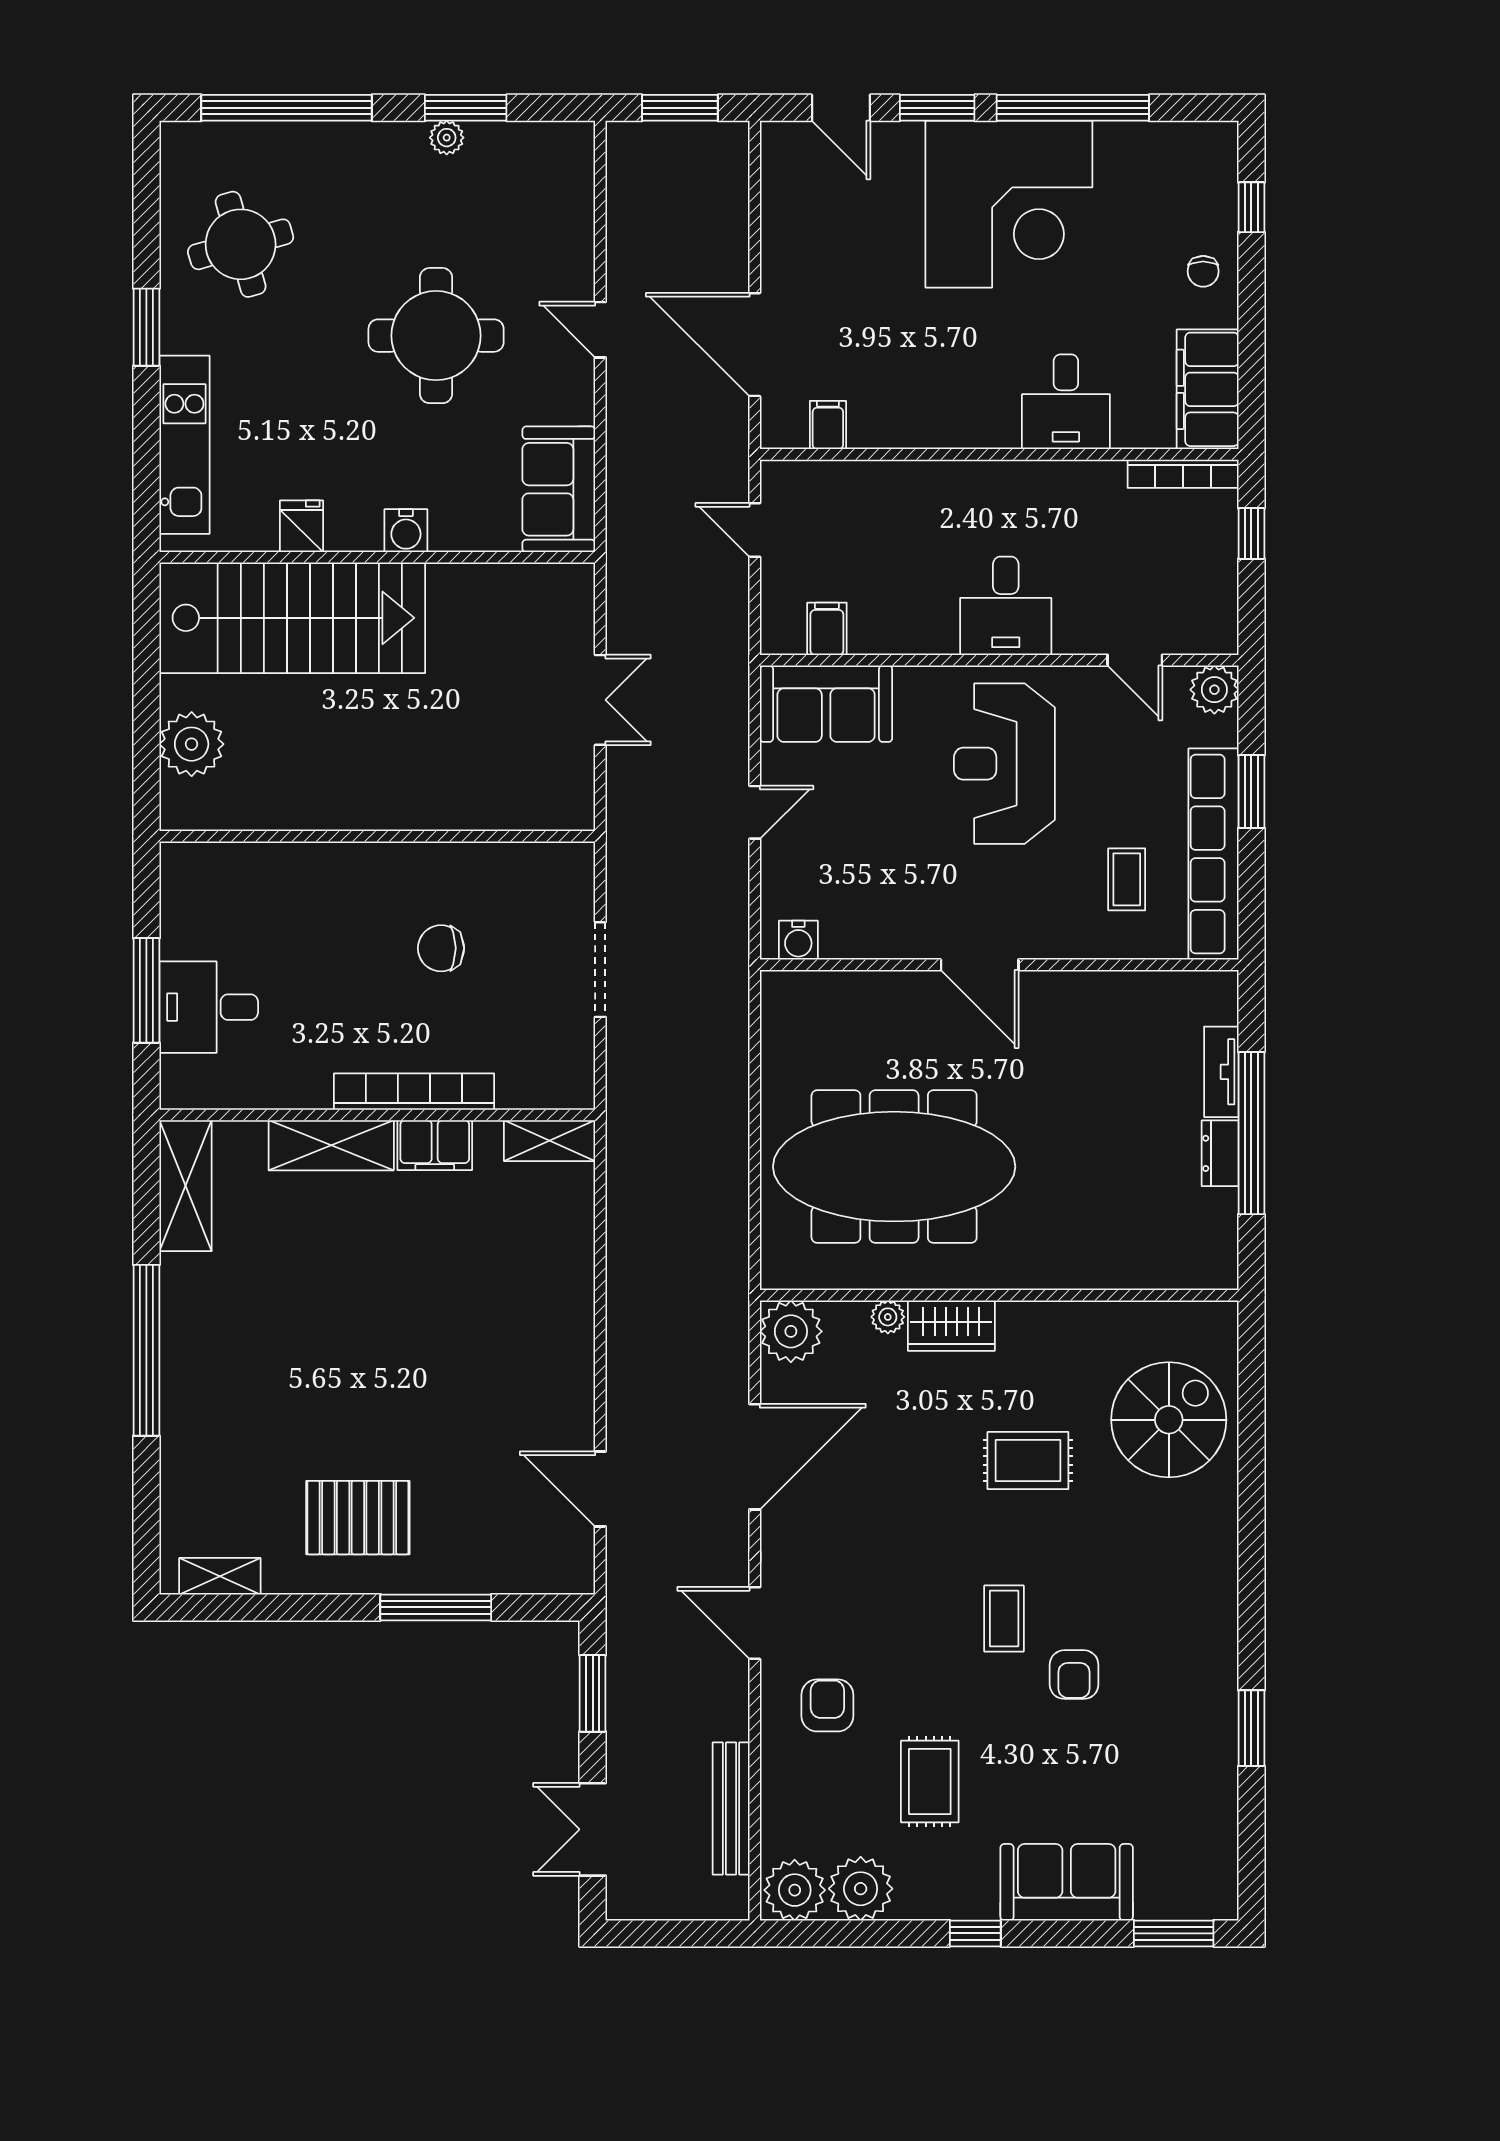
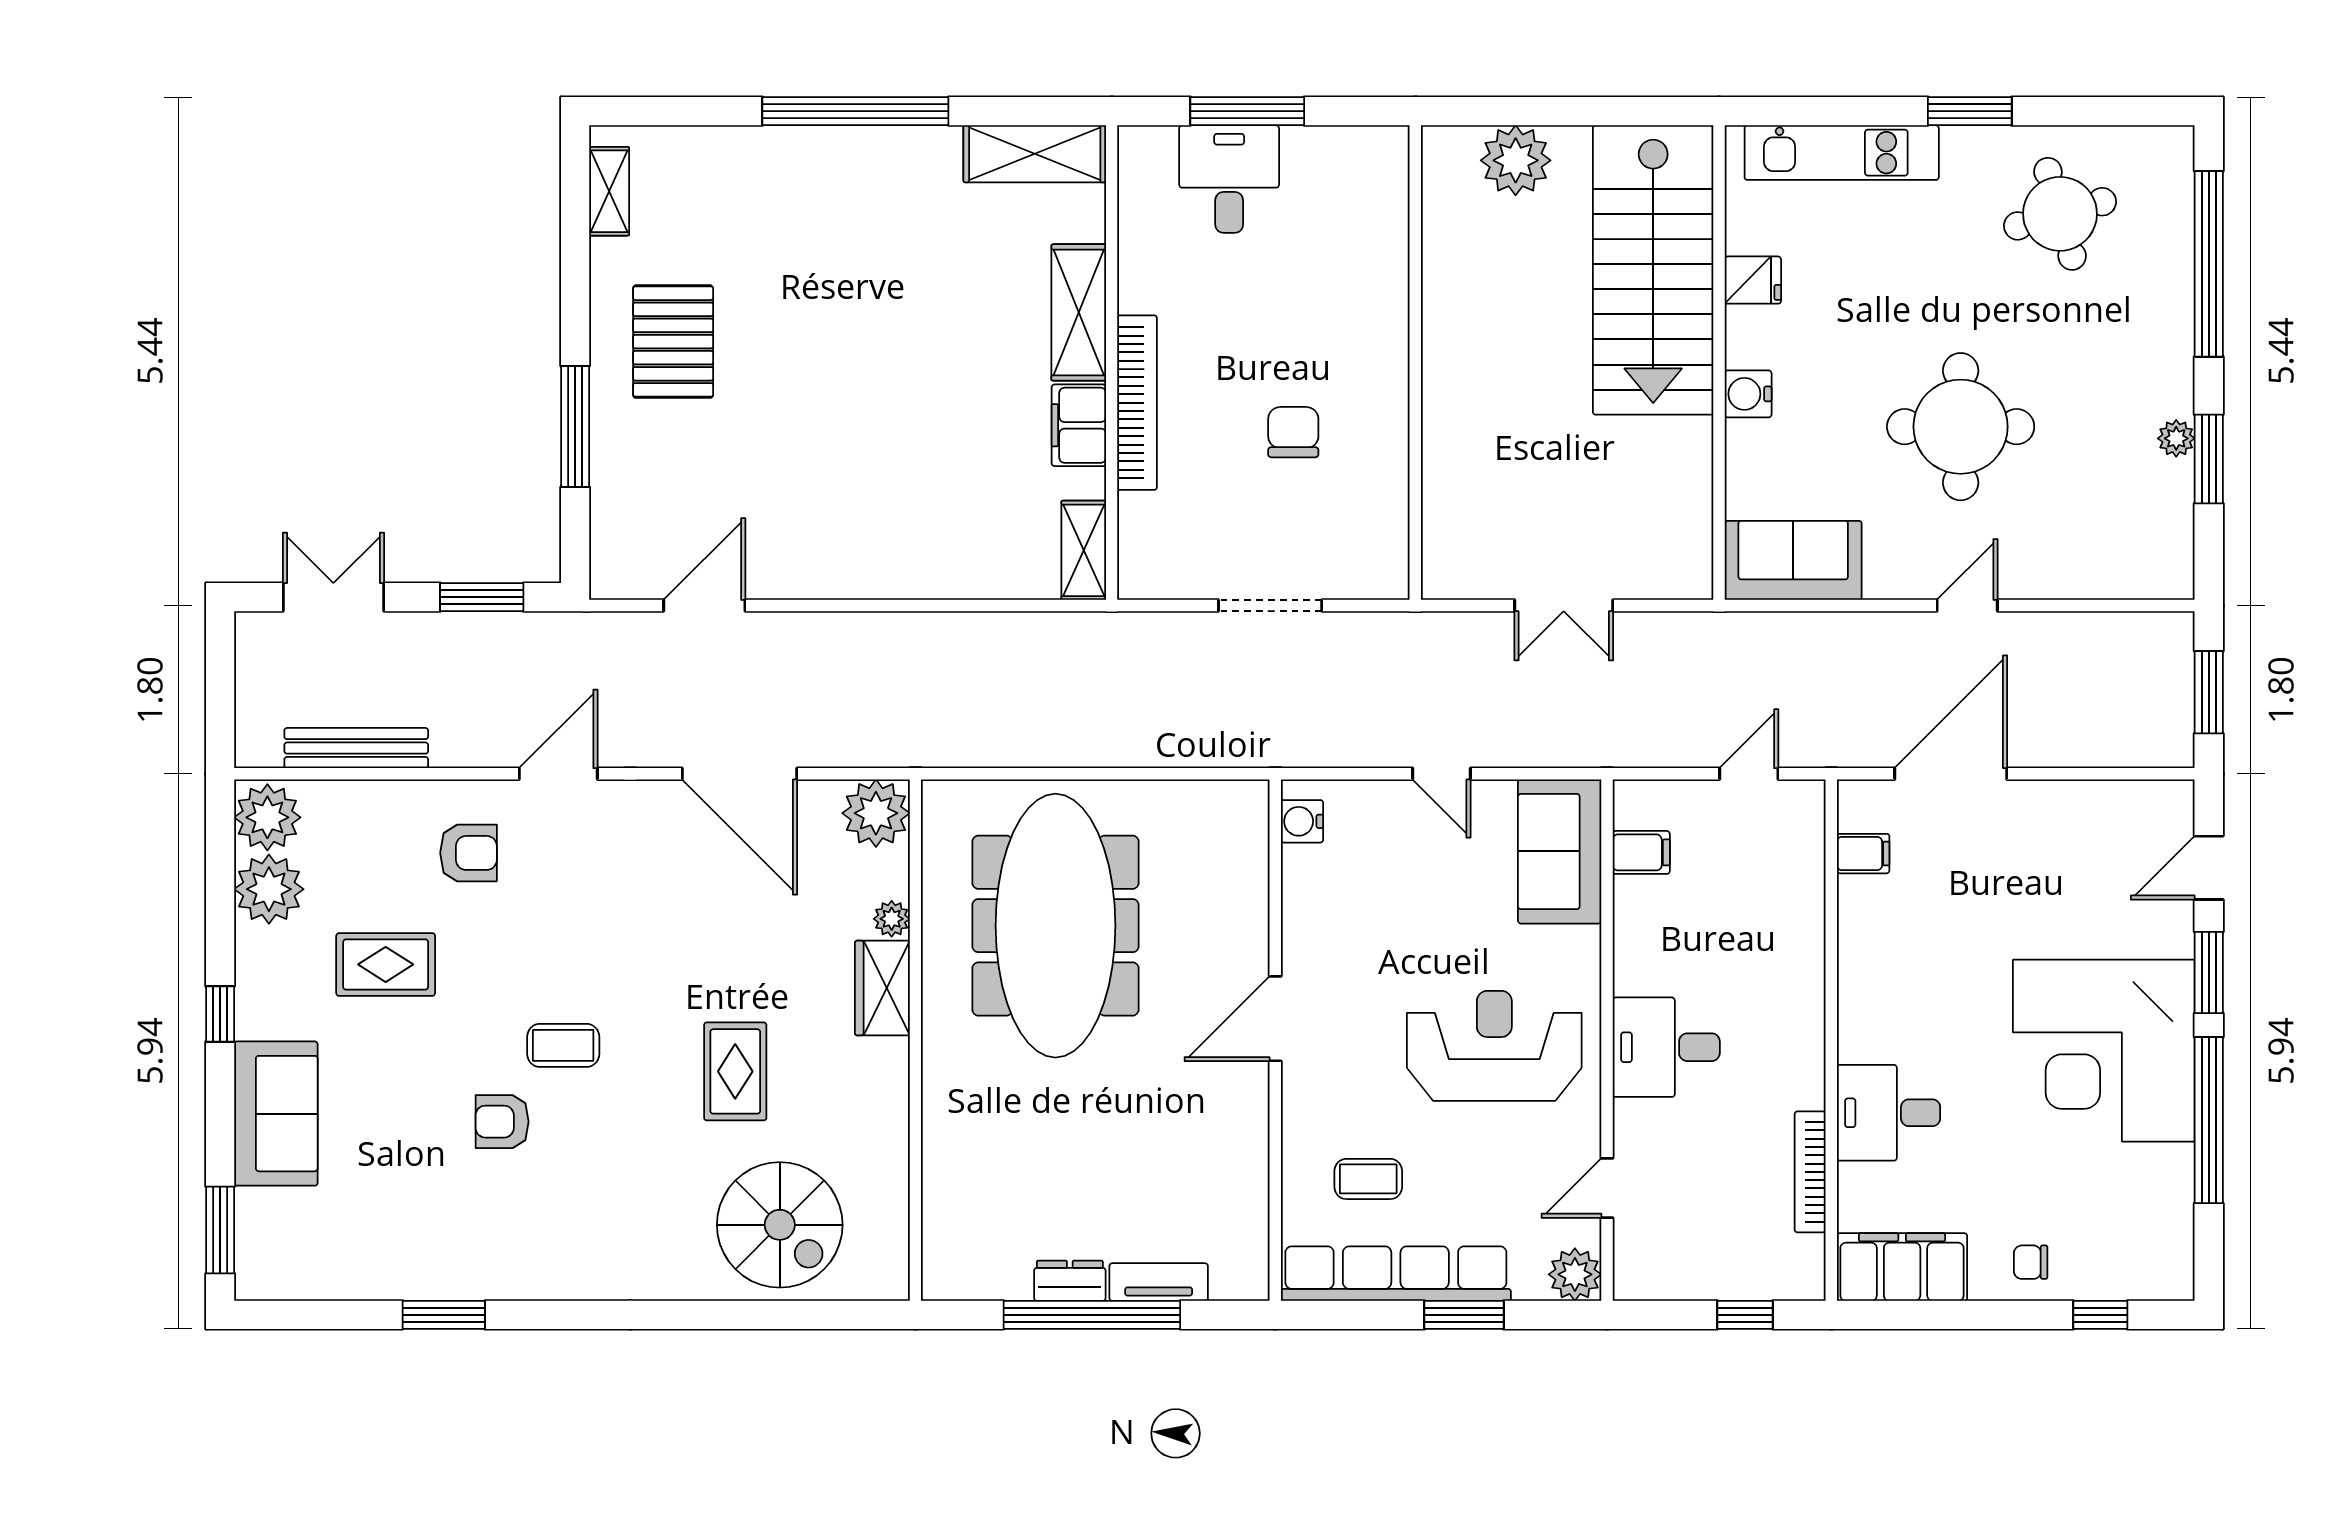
bookcase: (1183, 474) -> (1810, 1172), moved

